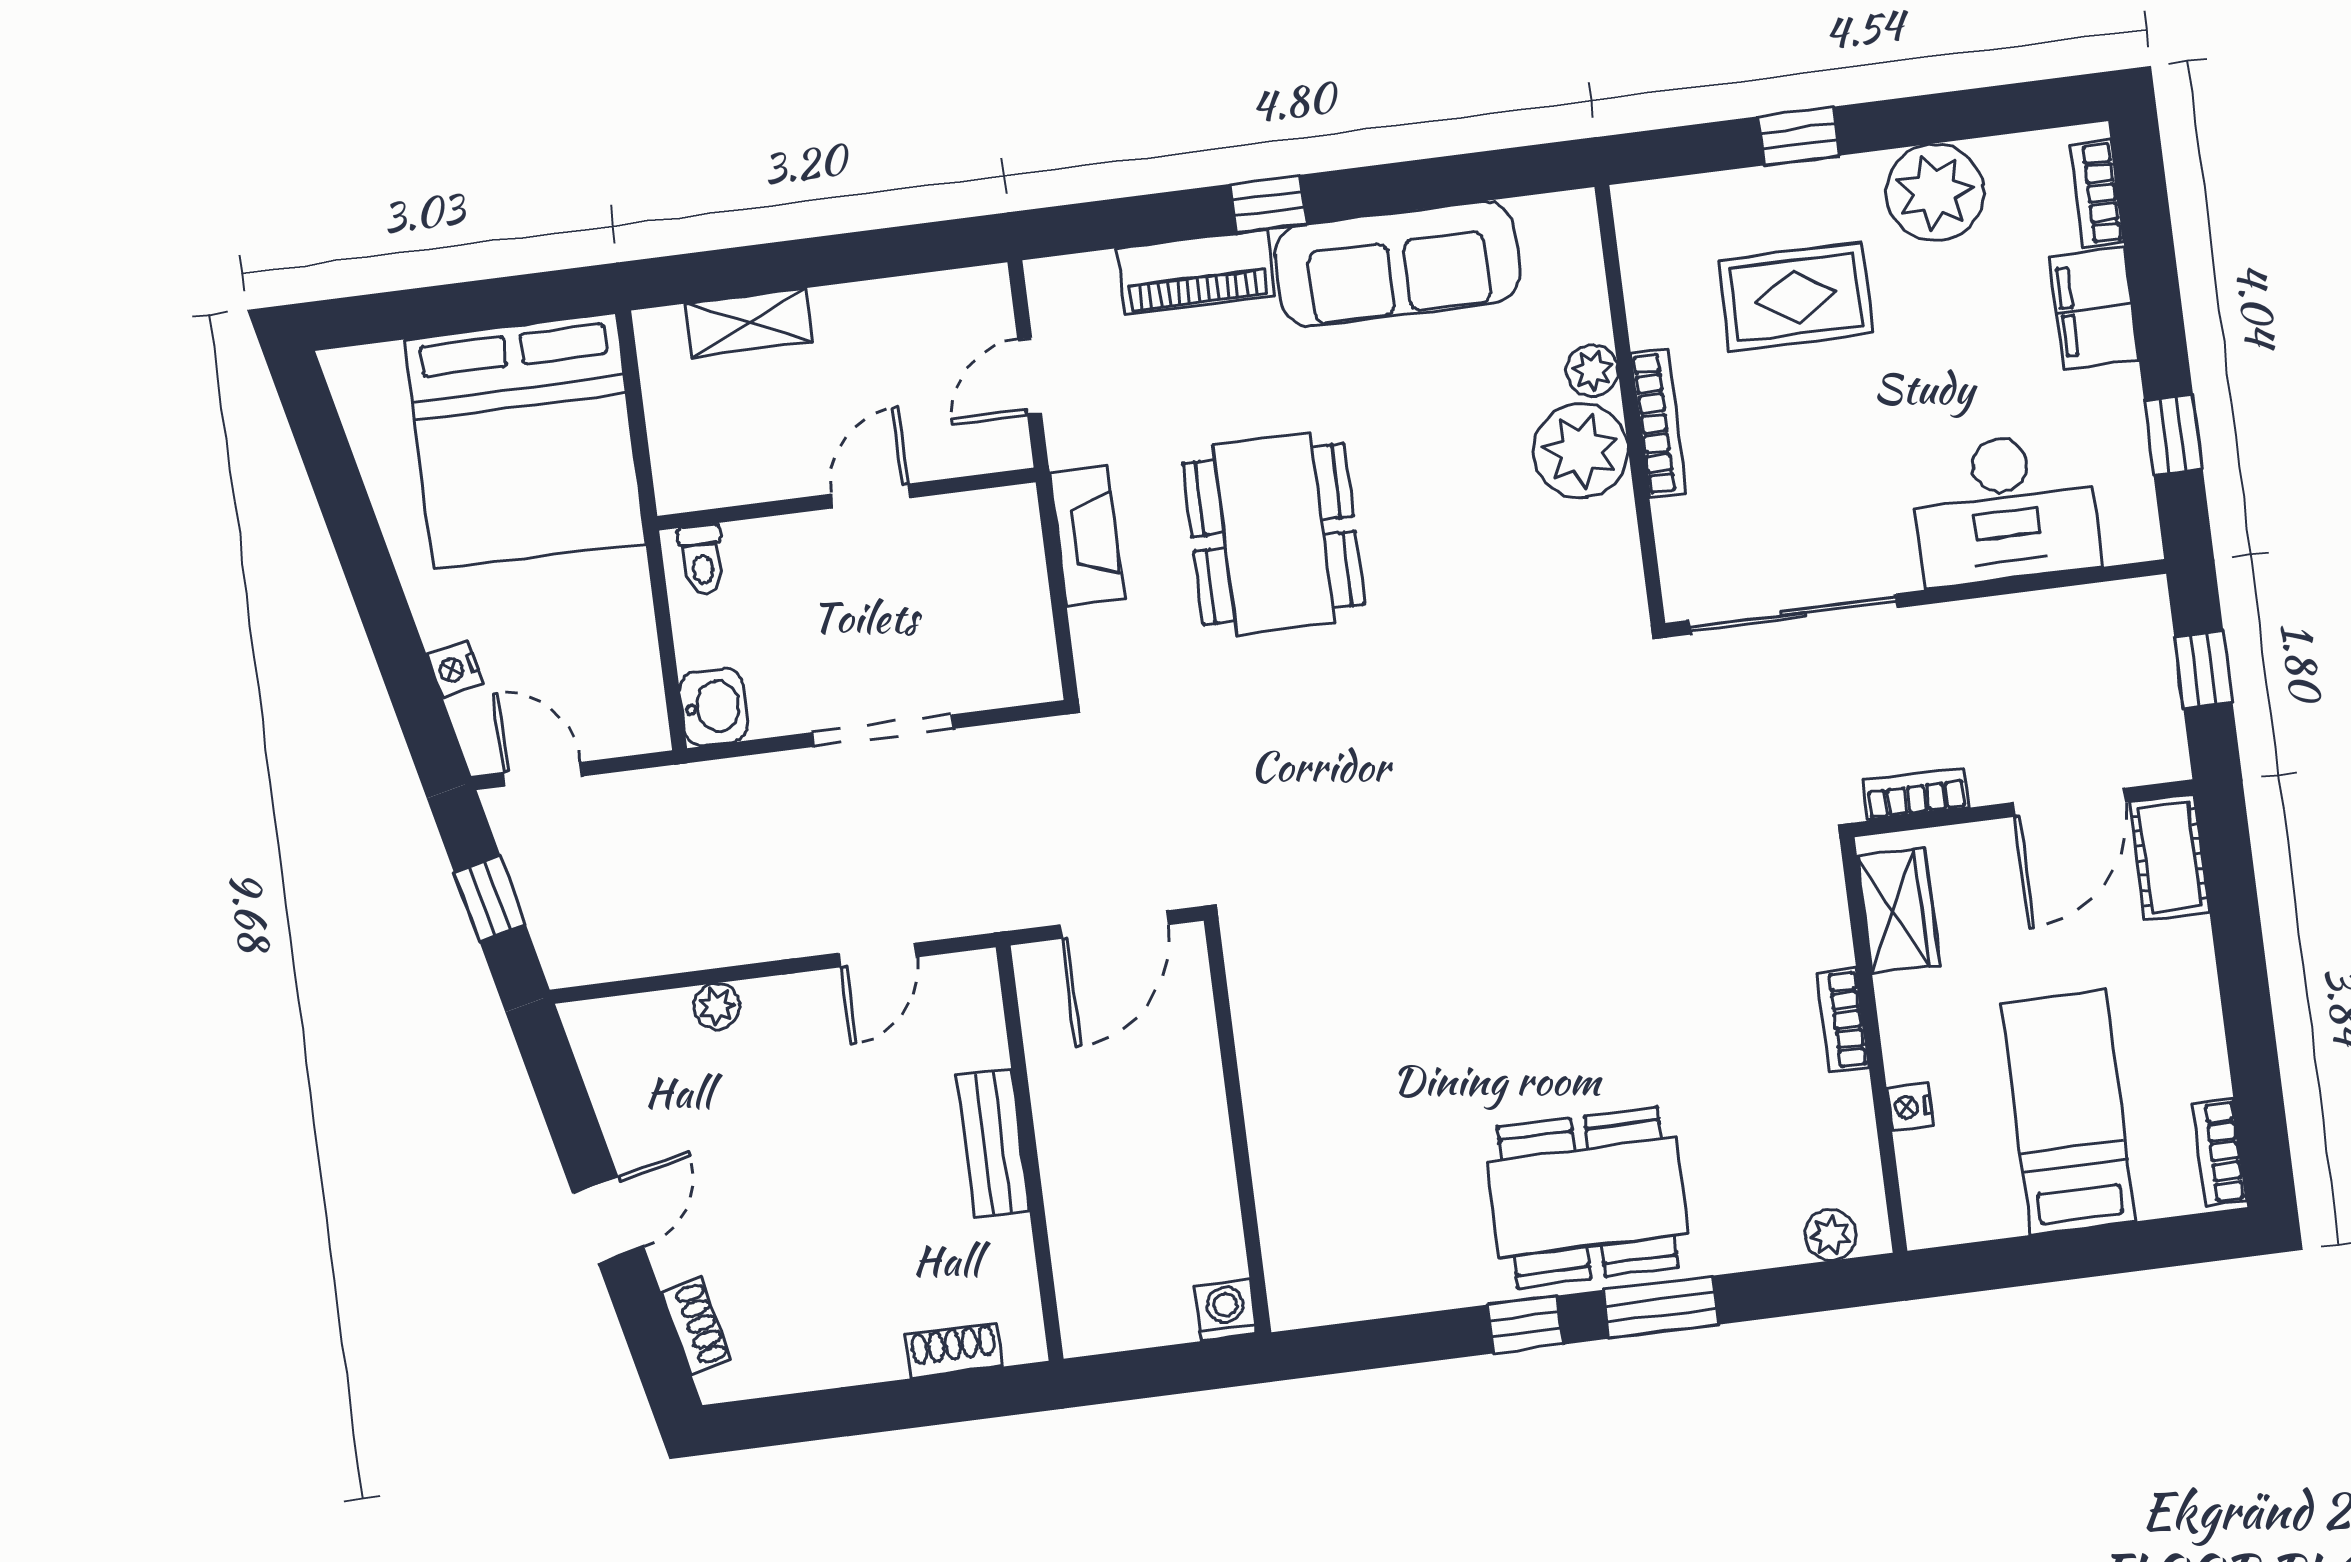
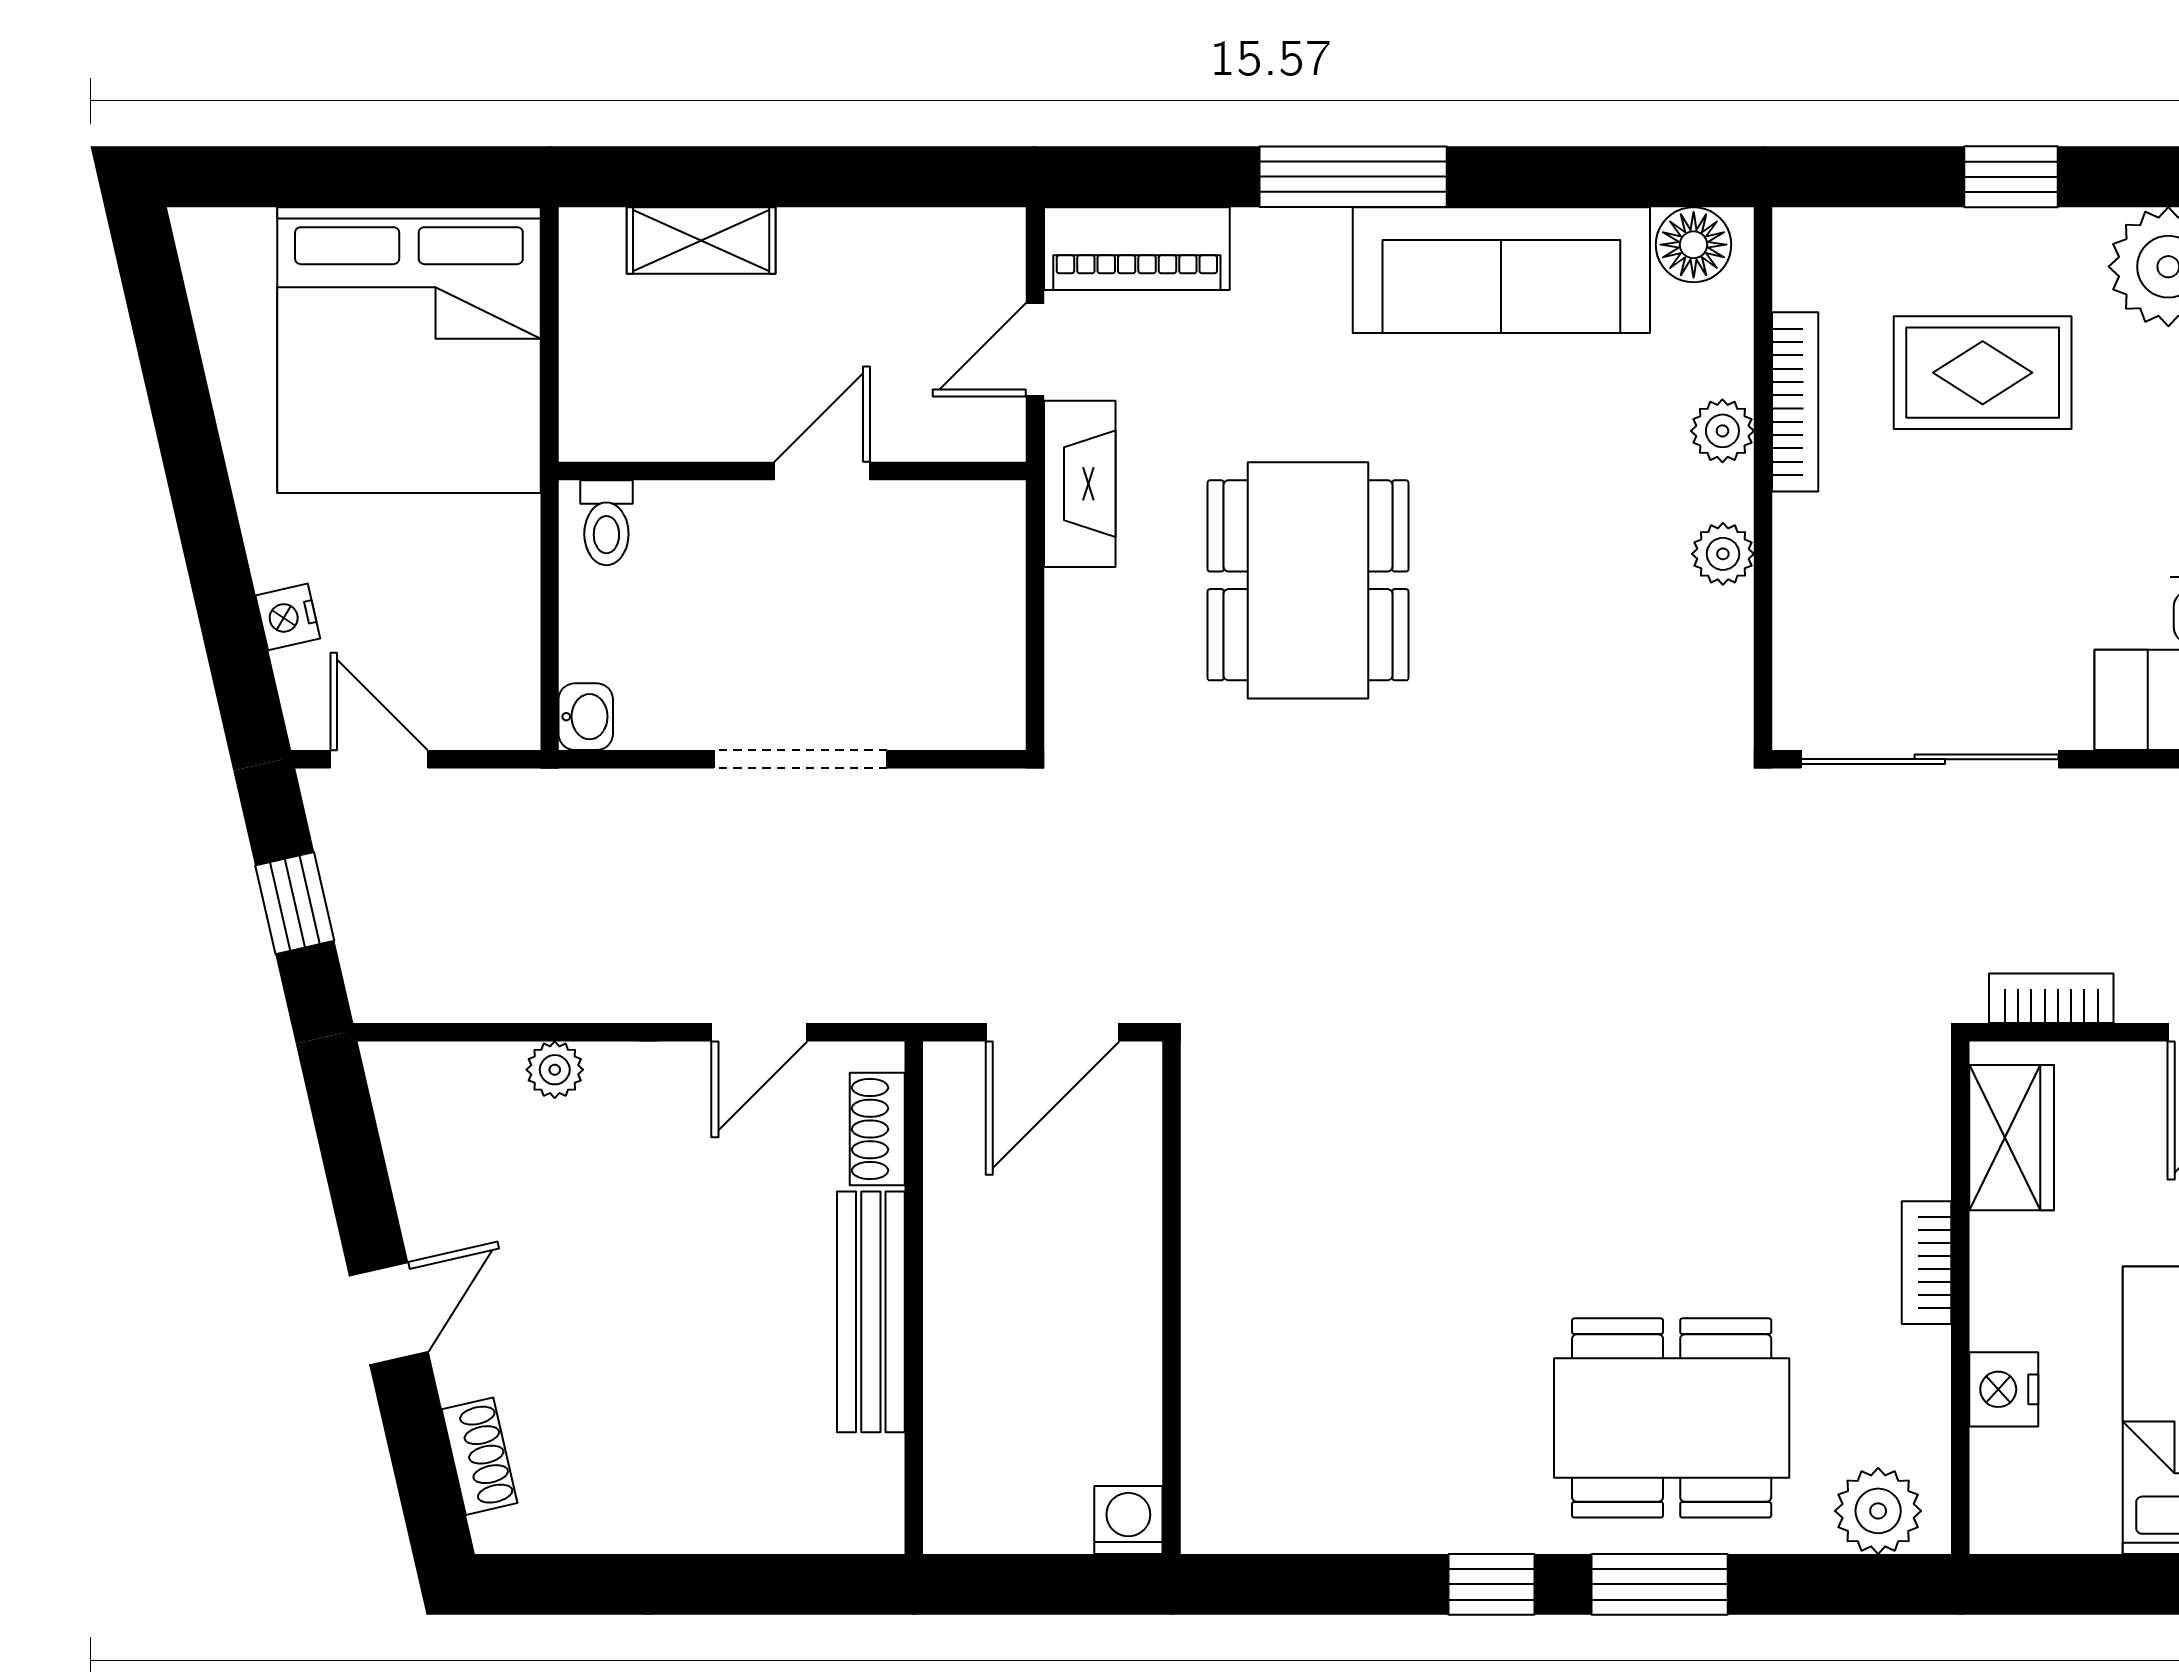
window: (1268, 204) -> (1353, 177), width x2.17
floor lamp: (1550, 224) -> (1694, 245), added
piano: (1196, 272) -> (1137, 249), moved
bookcase: (1659, 423) -> (1795, 402), moved
plant: (1581, 451) -> (1723, 554), width x0.53, depth x0.53
fireplace: (1087, 536) -> (1080, 484), moved
washbasin: (714, 707) -> (586, 717), width x0.72, depth x0.69
nightstand: (1910, 1107) -> (2004, 1389), width x1.39, depth x1.35
bench: (993, 1143) -> (871, 1312), width x1.36
dining table: (1588, 1197) -> (1672, 1418), moved
plant: (1831, 1235) -> (1878, 1511), width x1.38, depth x1.38
shoe rack: (954, 1350) -> (877, 1129), moved, turned -90

